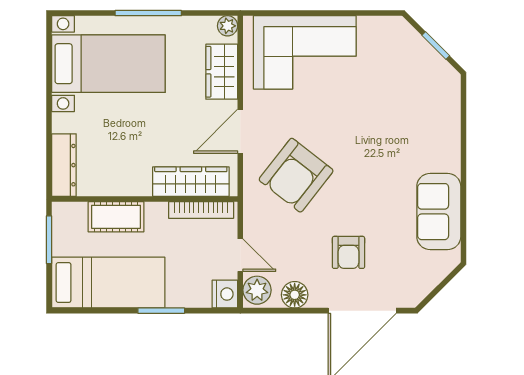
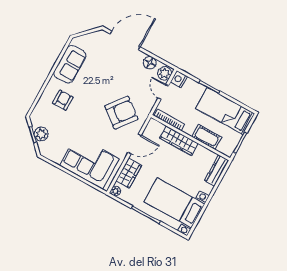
plant: (421, 55) -> (41, 134), added
wardrobe: (191, 182) -> (179, 141), moved
armchair: (348, 252) -> (63, 100), moved

